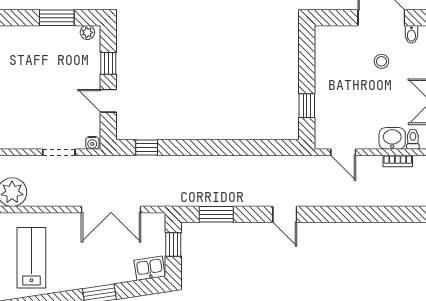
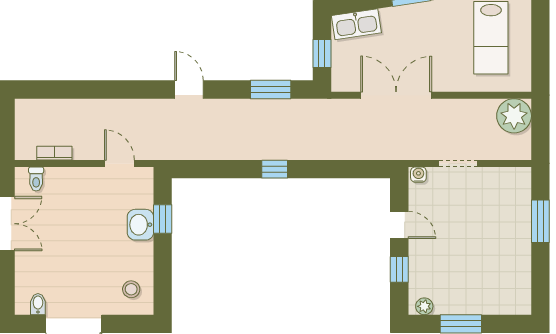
stool: (381, 61) -> (131, 289), moved
washbasin: (392, 138) -> (140, 225), moved, turned 90
window: (147, 147) -> (275, 169), moved
kitchen sink: (150, 268) -> (356, 24), width x1.38

